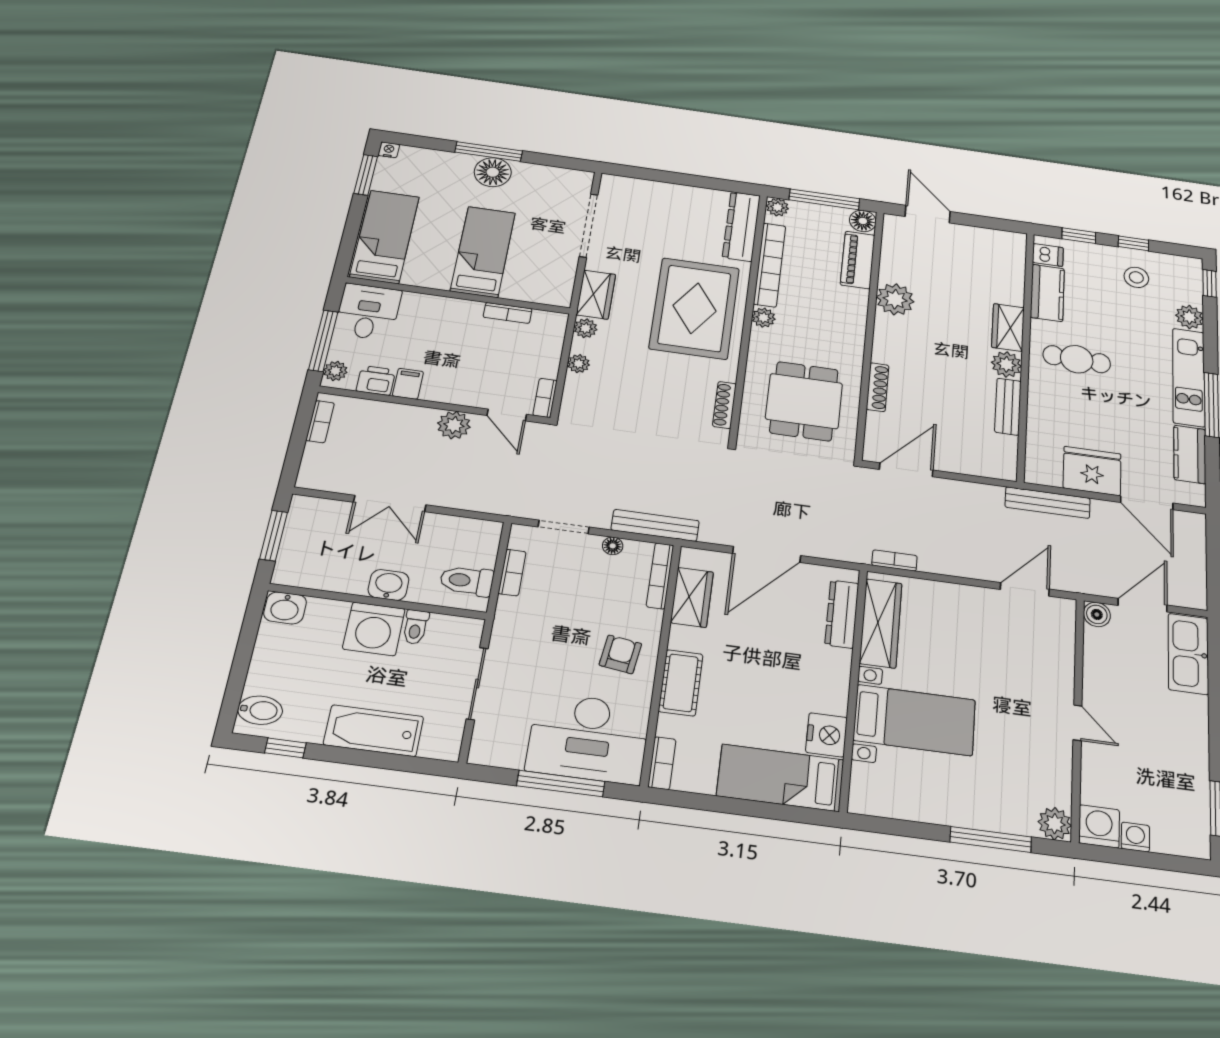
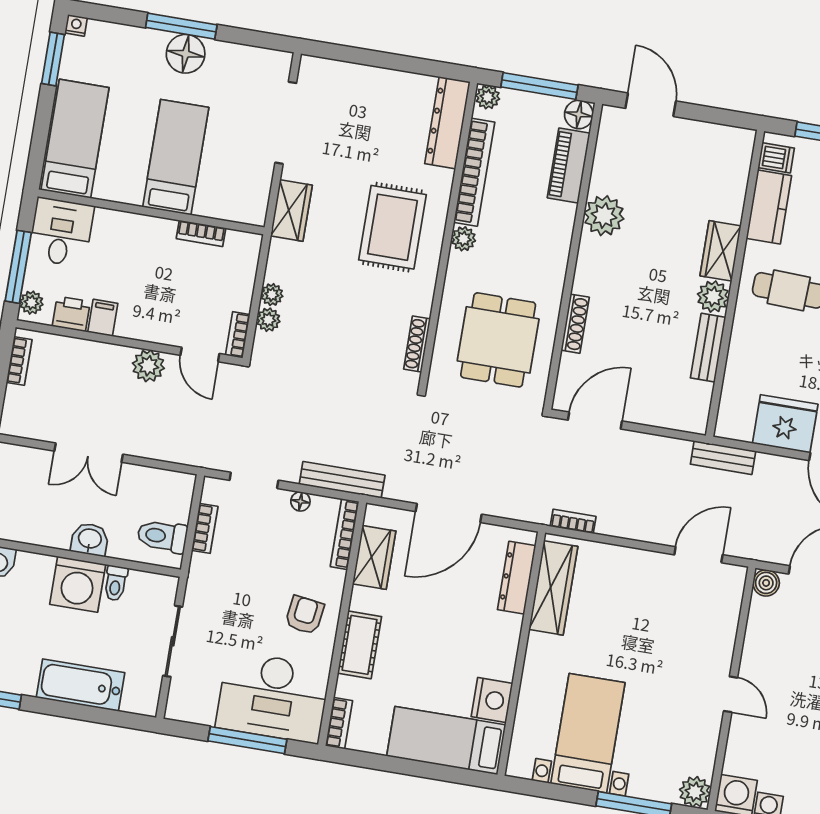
rug: (695, 308) -> (392, 227), width x0.73, depth x0.69
plant: (585, 328) -> (268, 320), moved
bench: (1048, 503) -> (723, 458), width x0.73
bed with nightstands: (914, 720) -> (588, 733), moved, turned -90

